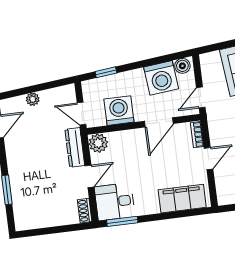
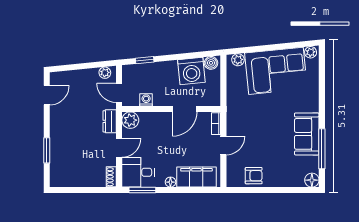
plant: (213, 58) -> (238, 60), added
door: (201, 97) -> (223, 92), removed
plant: (33, 99) -> (105, 73), moved
washing machine: (119, 111) -> (146, 100), width x0.53, depth x0.53
dresser: (75, 147) -> (110, 121), width x0.70
floor lamp: (153, 208) -> (170, 182), added

